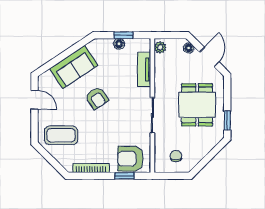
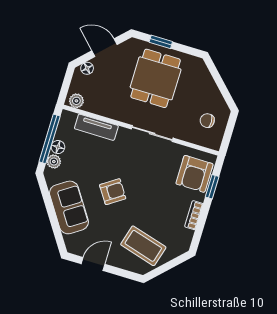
window: (123, 35) -> (50, 139), width x2.17
plant: (107, 44) -> (54, 162), added
dining table: (197, 105) -> (156, 78), turned 90
window: (227, 120) -> (161, 42), moved
coffee table: (61, 135) -> (143, 246), turned -74
bookcase: (91, 168) -> (194, 215), width x0.64

